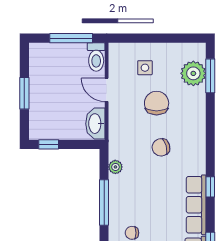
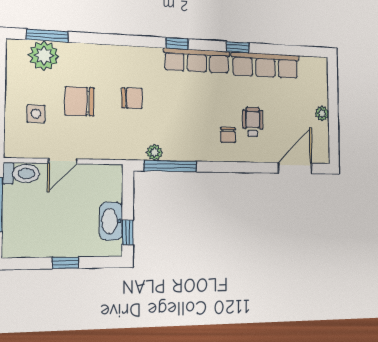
window: (24, 93) -> (65, 263), width x0.67
washbasin: (95, 124) -> (111, 221), moved, turned 90
chair: (161, 147) -> (132, 98), turned -74
window: (104, 202) -> (170, 166), moved

